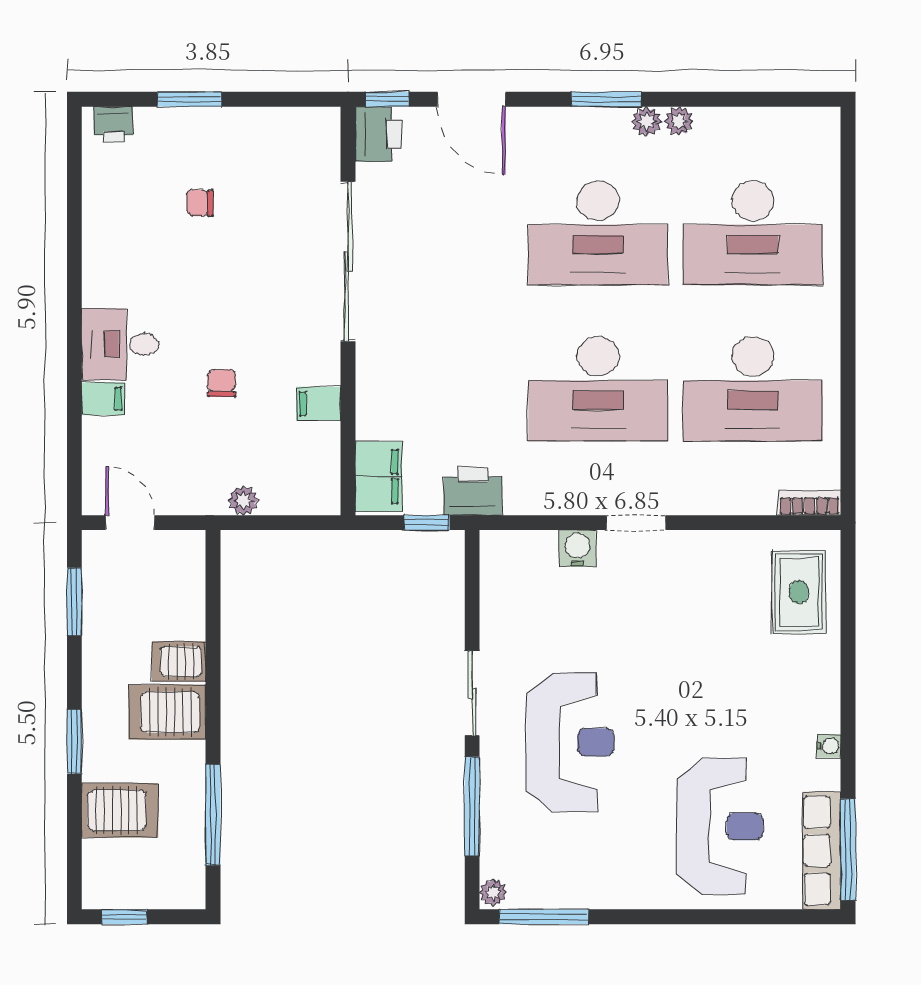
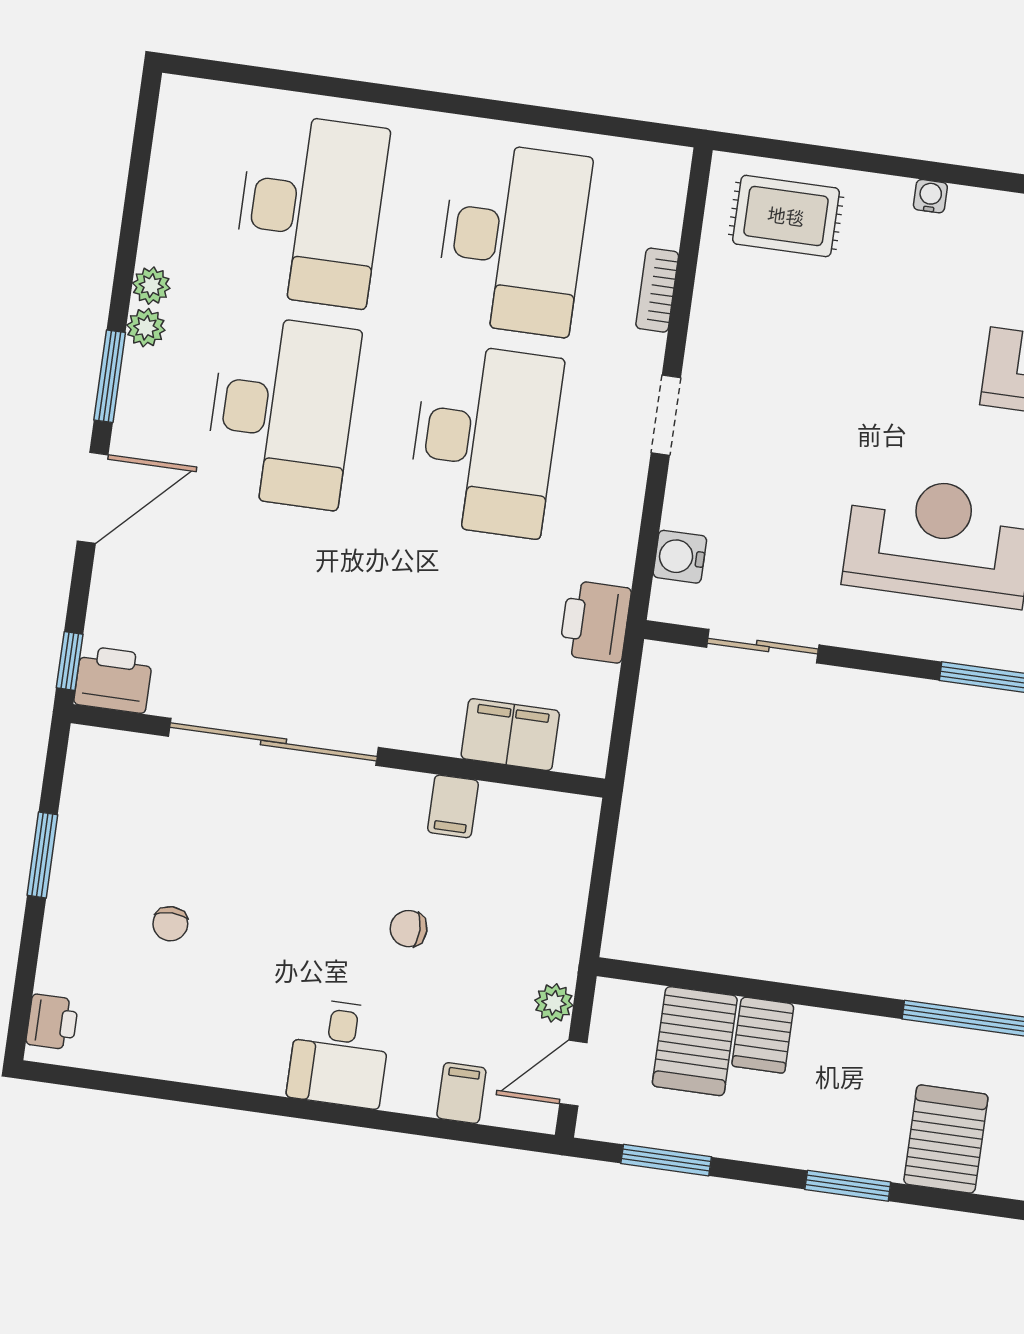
window: (189, 99) -> (42, 855), moved
door: (471, 99) -> (93, 498), moved
filing cabinet: (103, 399) -> (461, 1093), moved
filing cabinet: (379, 476) -> (510, 735), moved
plant: (243, 500) -> (554, 1003), moved
bookcase: (810, 503) -> (657, 290), moved
window: (427, 523) -> (628, 687), removed
water cooler: (577, 548) -> (680, 557), moved
sliding door: (472, 693) -> (763, 646), moved
server rack: (167, 712) -> (695, 1041), moved
water cooler: (829, 746) -> (930, 196), moved

